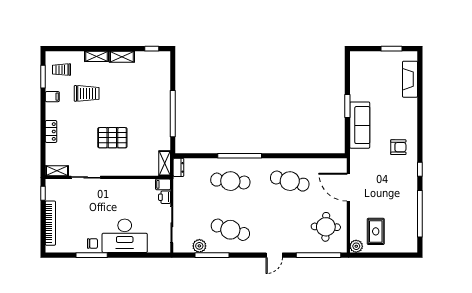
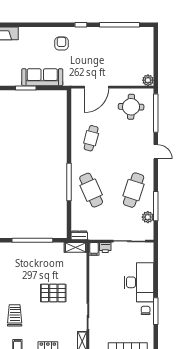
pallet: (112, 138) -> (53, 293), turned 90
cafe table: (230, 181) -> (91, 190), turned -30
cafe table: (290, 181) -> (91, 138), width x0.73, depth x0.74
rug: (376, 231) -> (135, 63), removed

